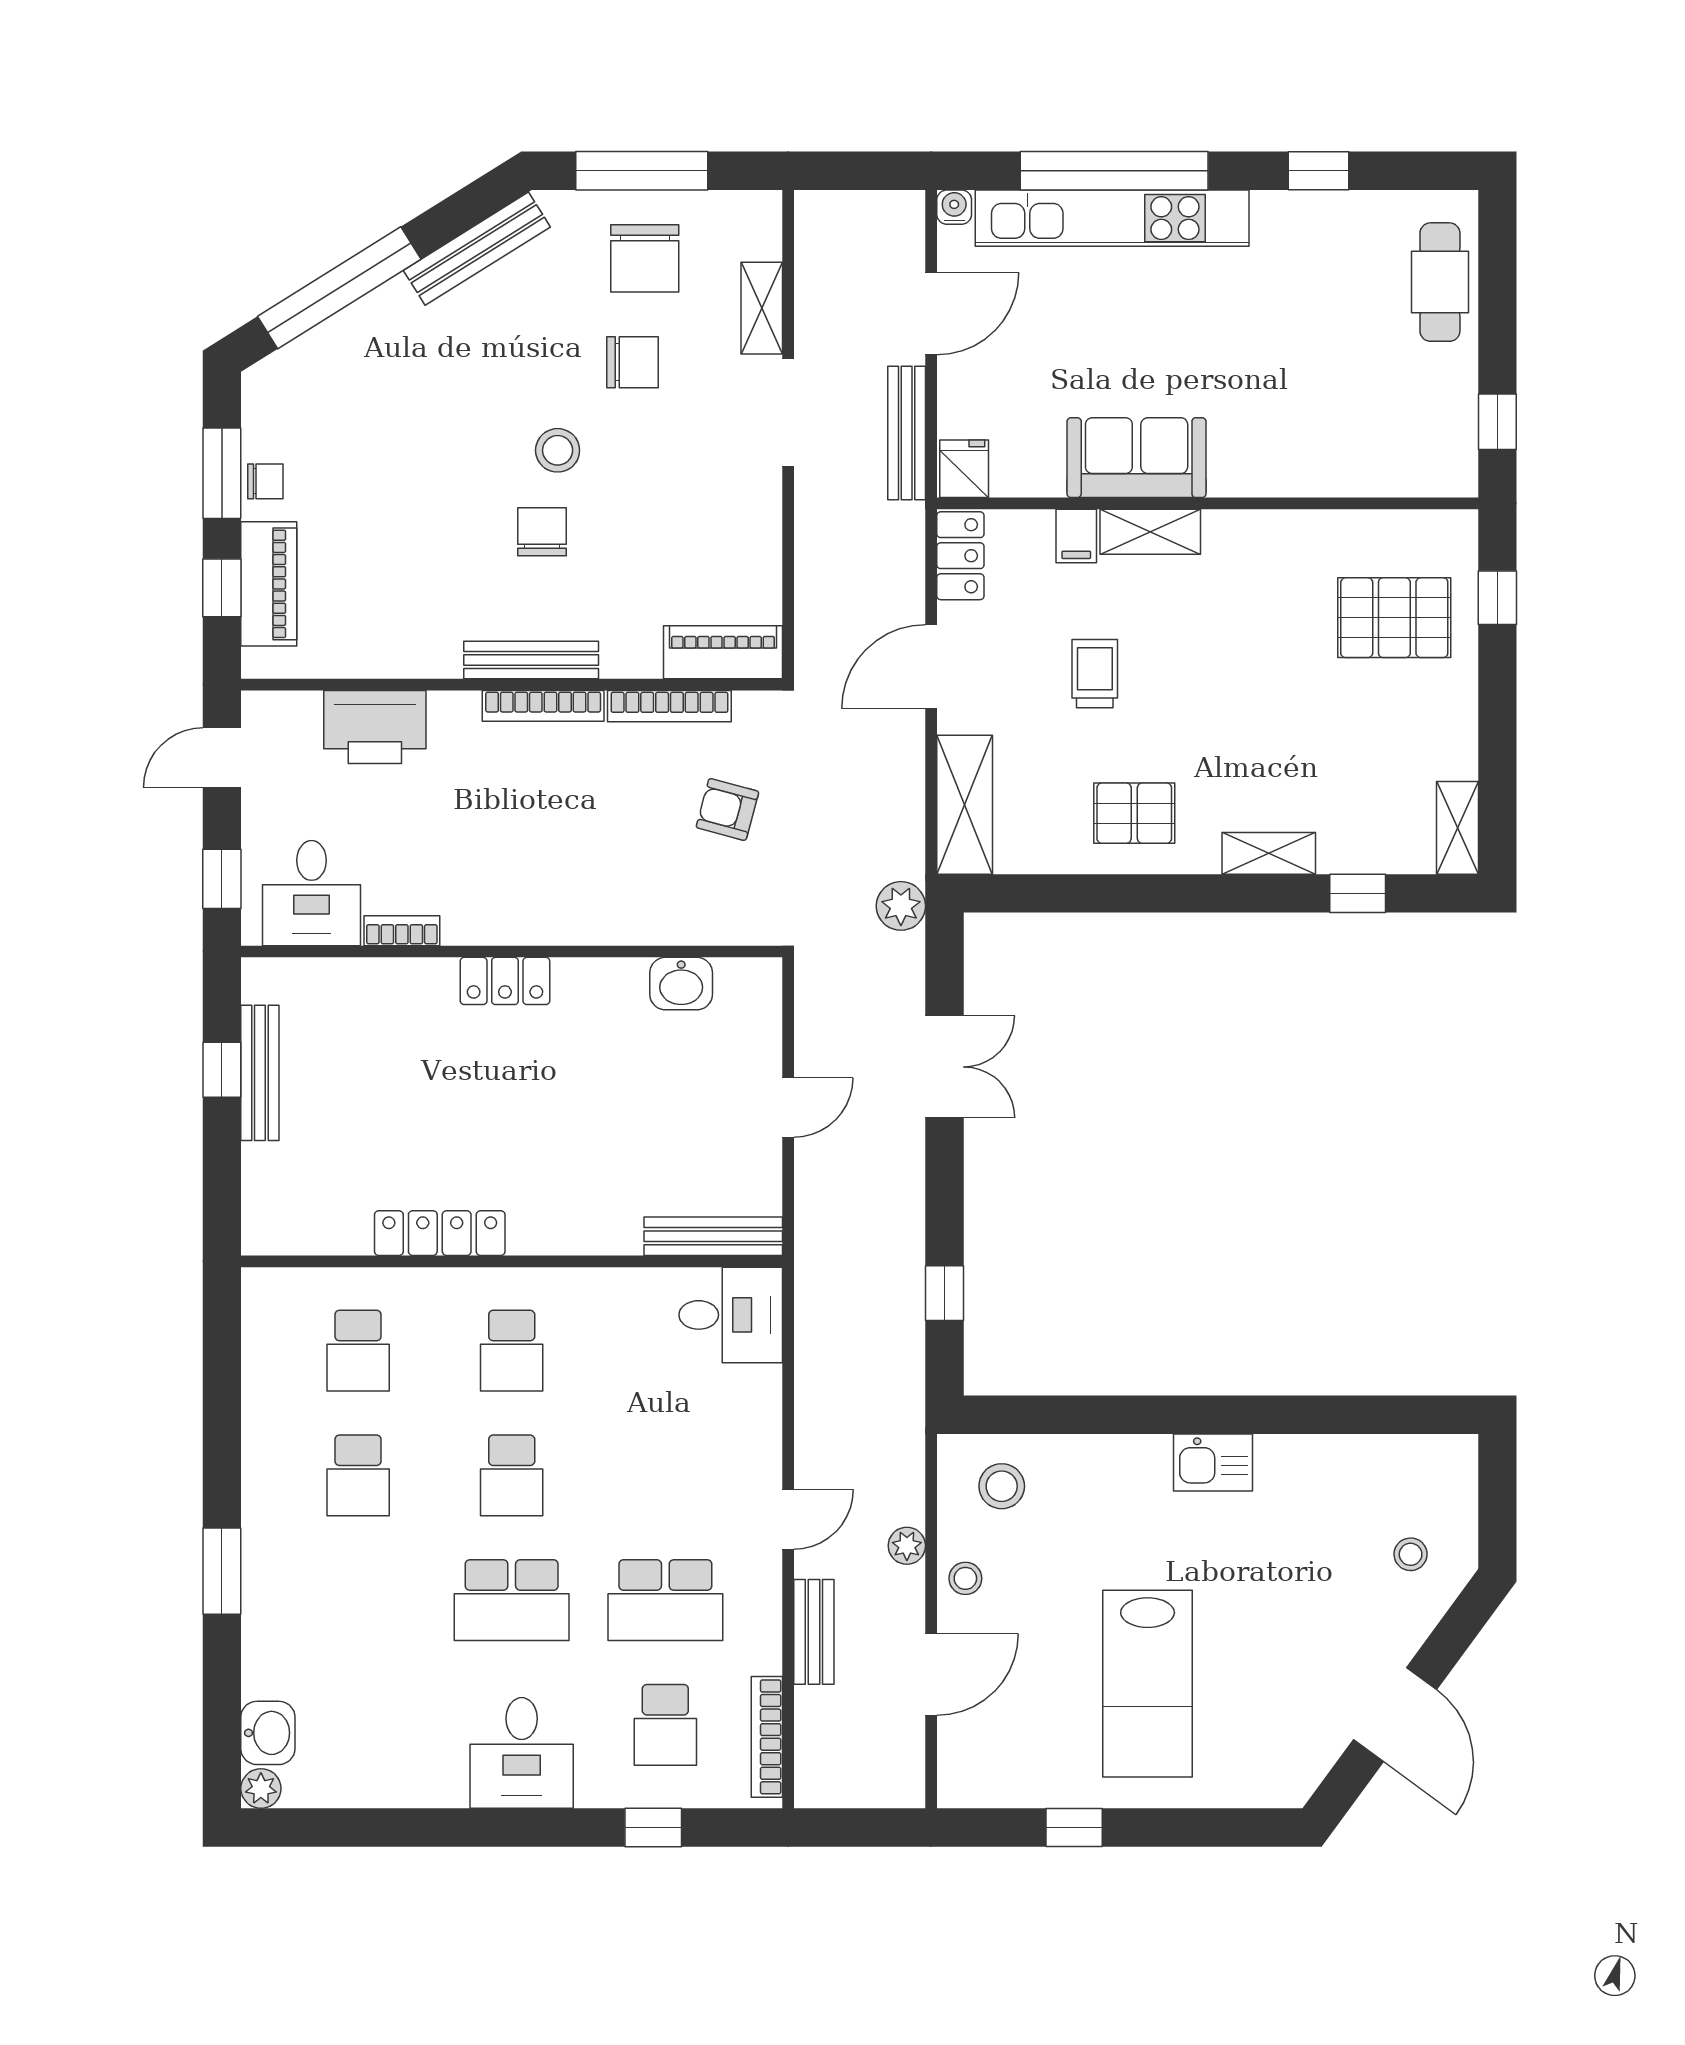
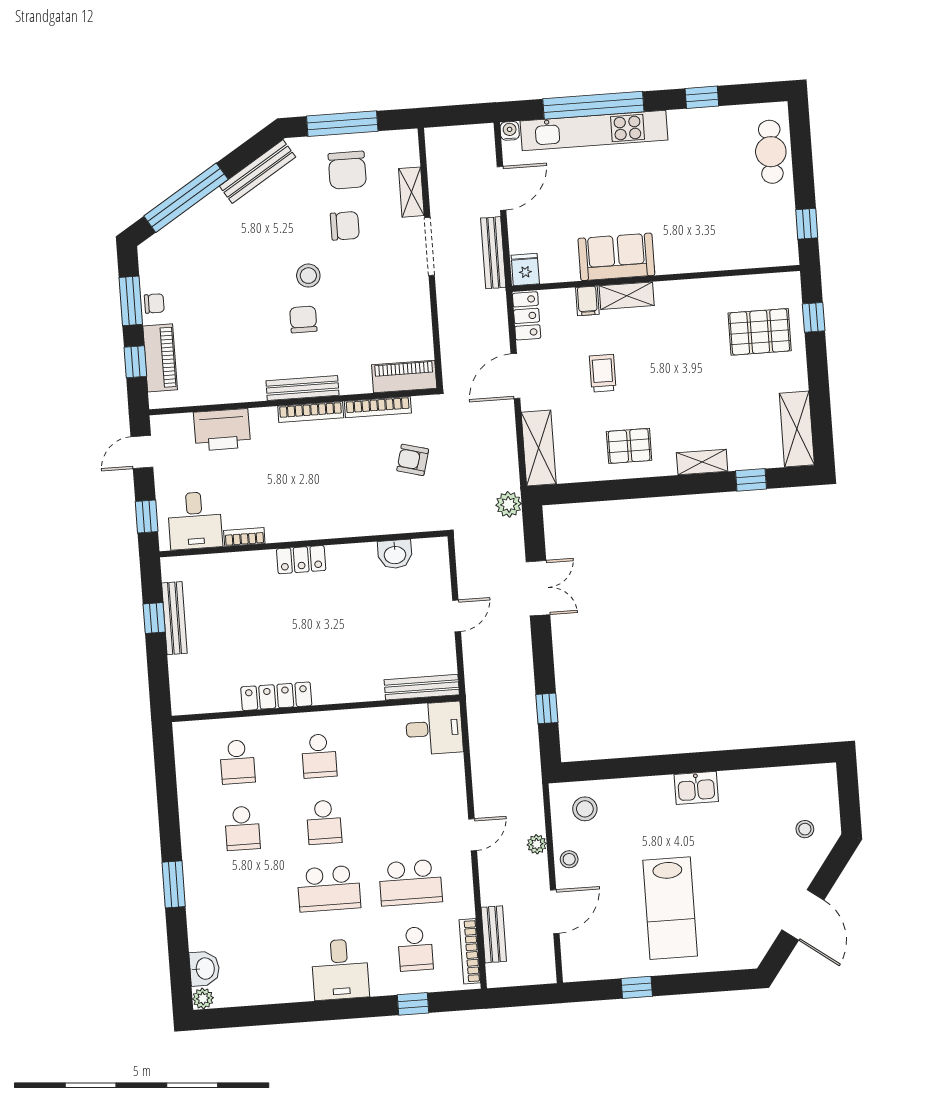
shelving: (1457, 828) -> (797, 429), width x1.50, depth x1.33
bench: (814, 1632) -> (494, 934), moved

